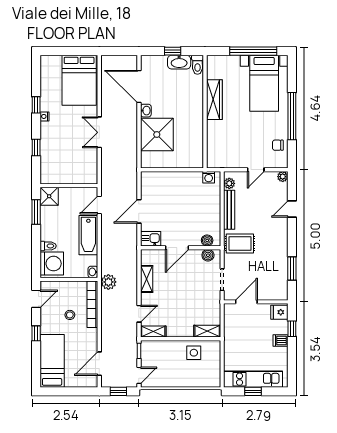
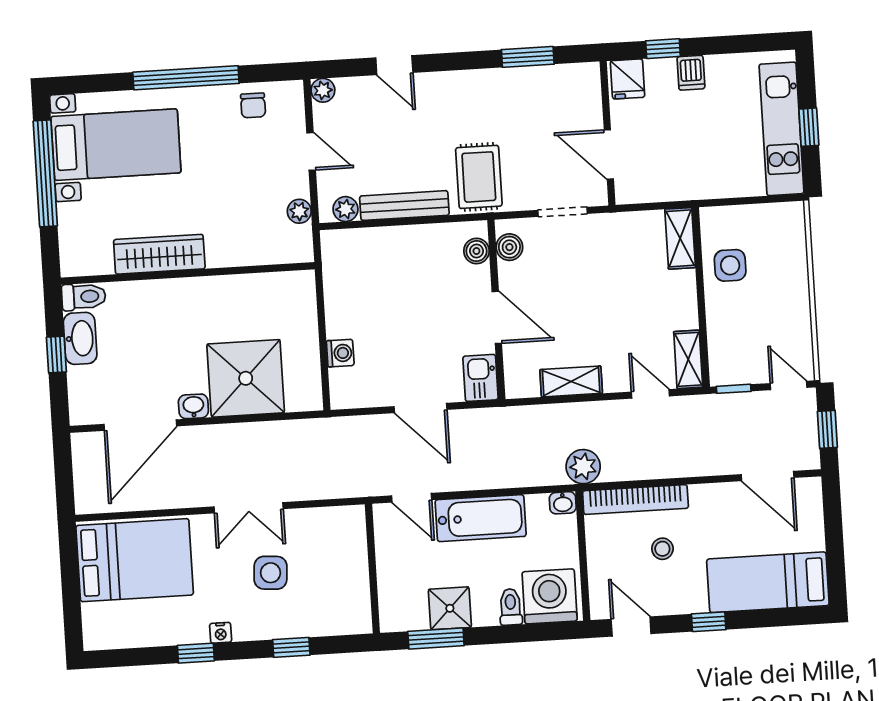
side table: (70, 140) -> (271, 573), added
plant: (230, 163) -> (299, 211), added
washing machine: (209, 177) -> (340, 353), moved
shower: (49, 196) -> (450, 608), moved

